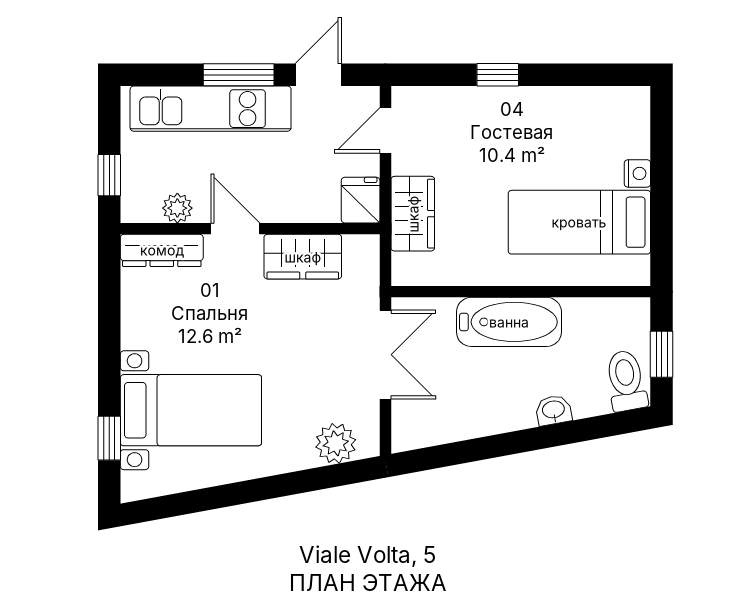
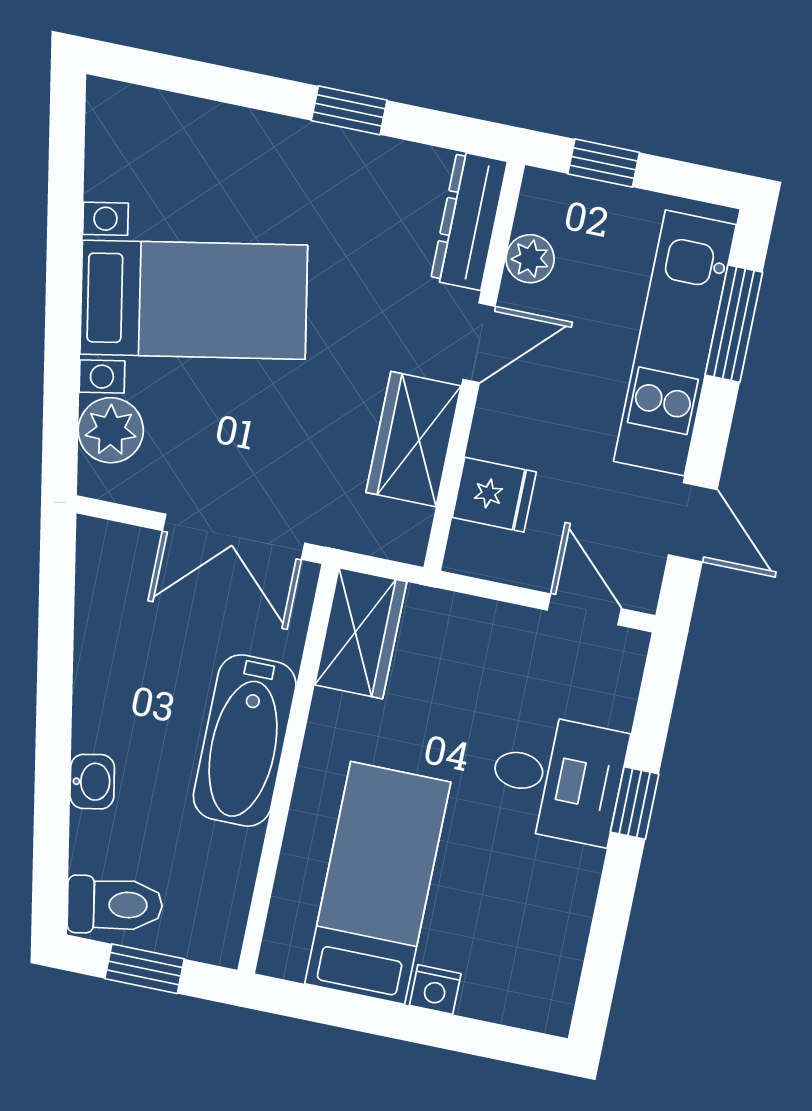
window: (239, 75) -> (734, 324), moved
desk: (492, 126) -> (557, 778), added
fridge: (361, 200) -> (494, 495), moved
wardrobe: (413, 214) -> (361, 633), moved, turned -90
bed with nightstands: (191, 410) -> (194, 300), moved, turned -100
window: (109, 438) -> (349, 110), moved

